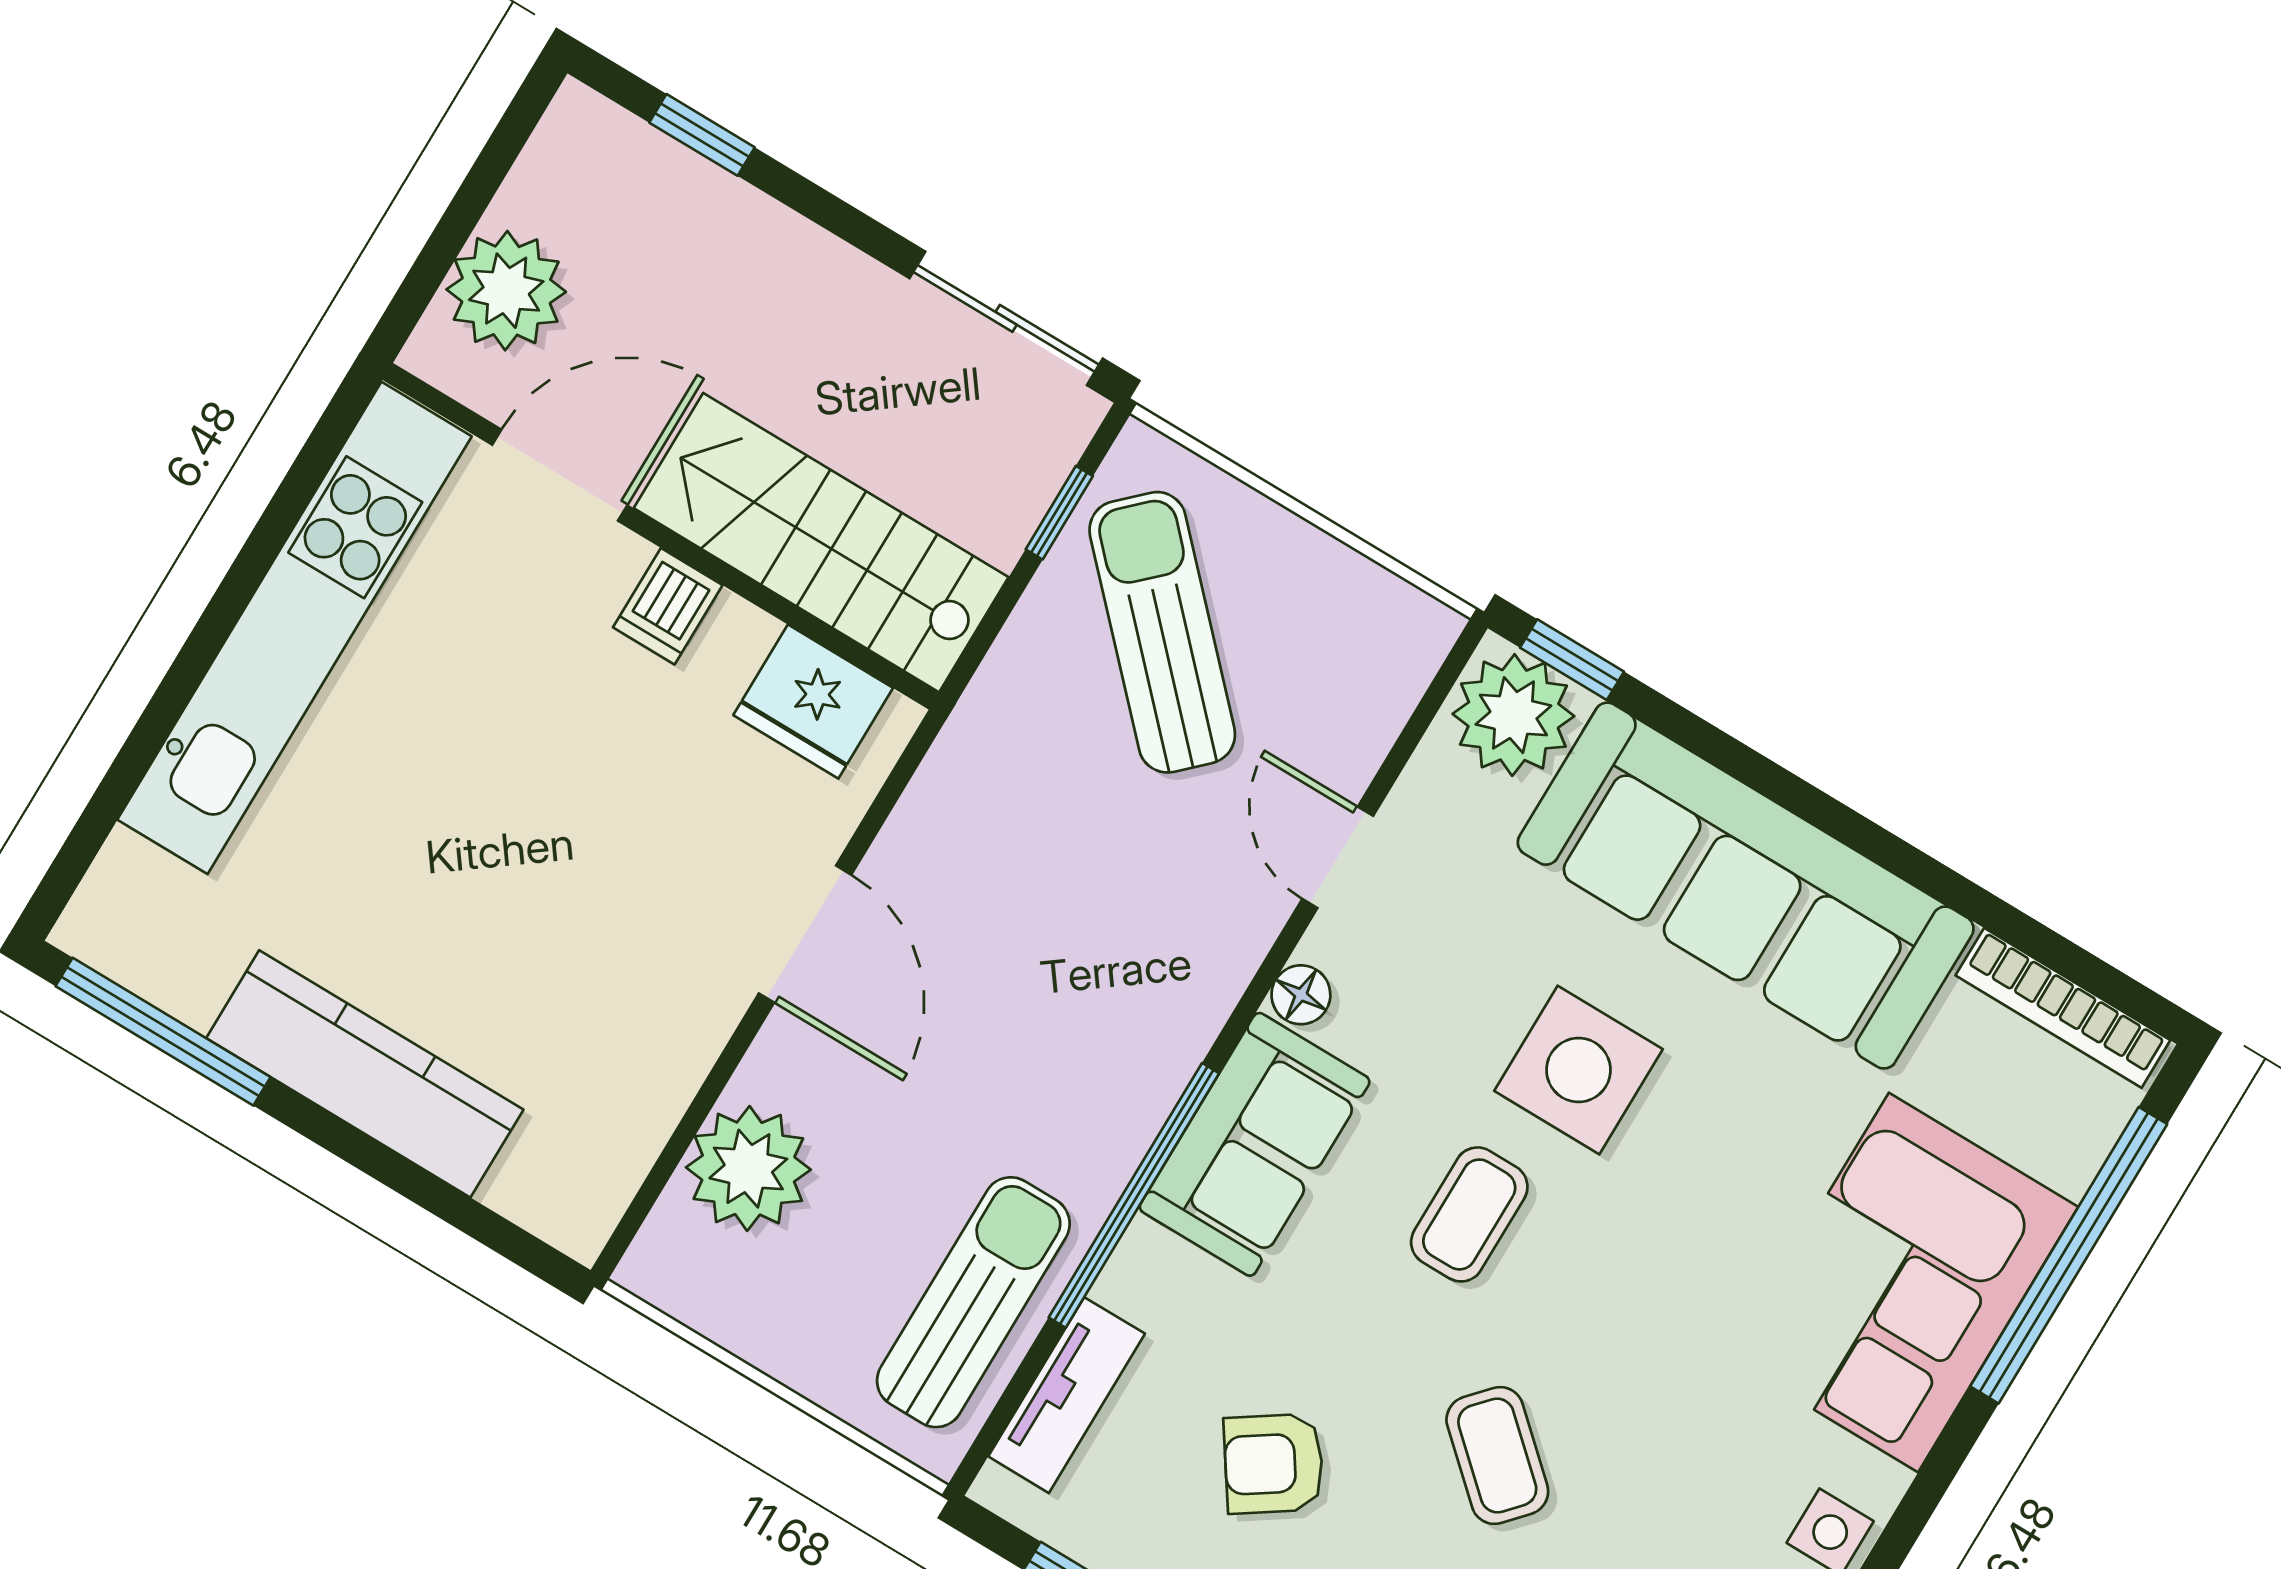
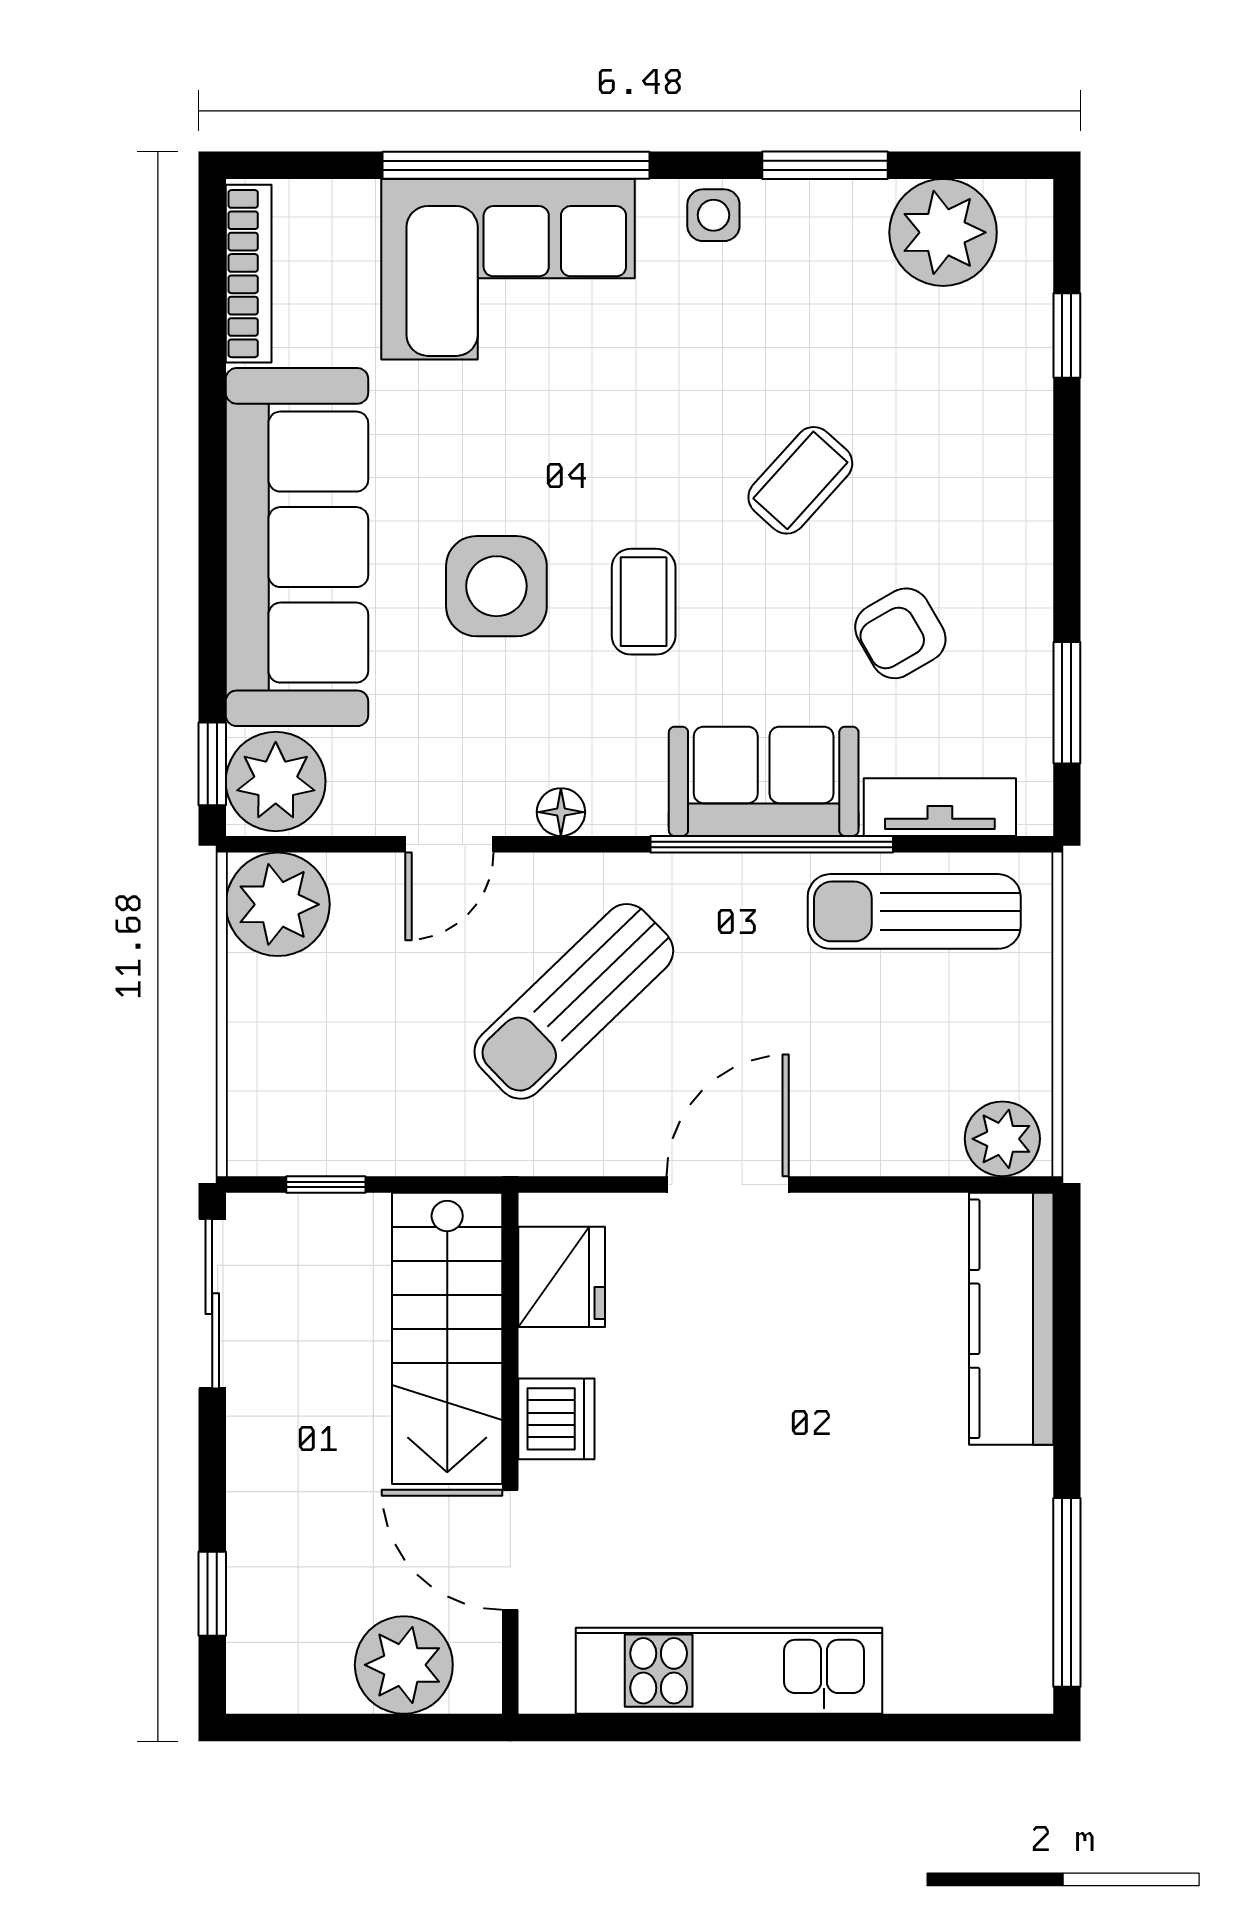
dishwasher: (668, 606) -> (556, 1419), width x1.38
kitchen unit: (295, 628) -> (729, 1671), width x0.73
sun lounger: (1162, 632) -> (574, 1001), moved
plant: (1383, 640) -> (278, 904), added
kitchen counter: (365, 1074) -> (1011, 1319), moved
sofa: (1255, 1144) -> (764, 781), moved
plant: (748, 1169) -> (1002, 1139), moved, width x0.73, depth x0.73
coffee table: (1469, 1214) -> (644, 602), turned 90
window: (2069, 1255) -> (516, 165), moved
armchair: (1274, 1464) -> (900, 633), turned 94

